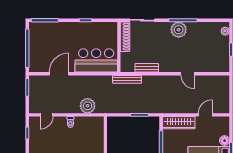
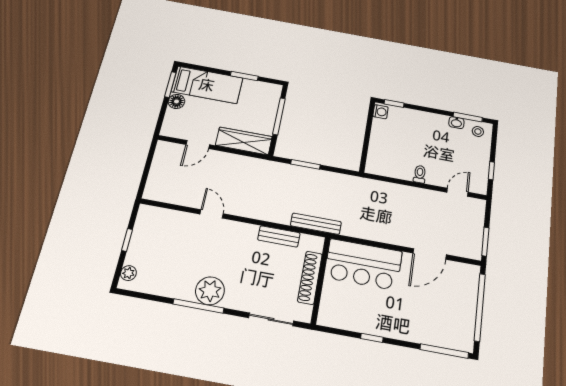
shoe rack: (125, 37) -> (310, 278), moved
plant: (88, 106) -> (388, 194), removed

